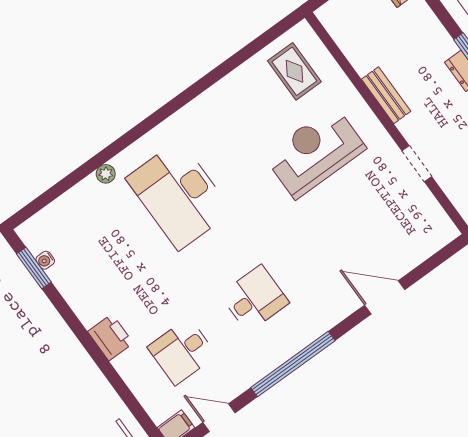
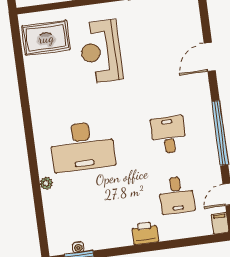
rug: (294, 71) -> (46, 38), width x1.36, depth x1.43

